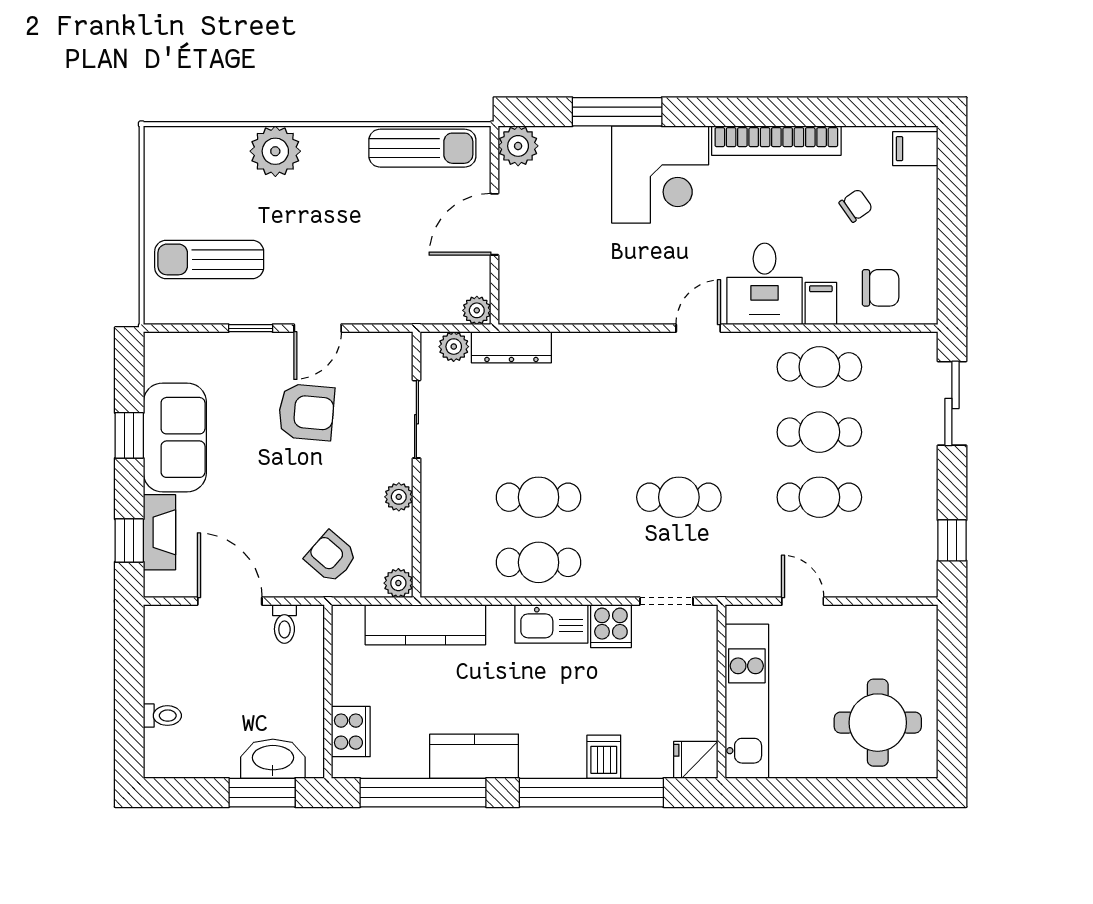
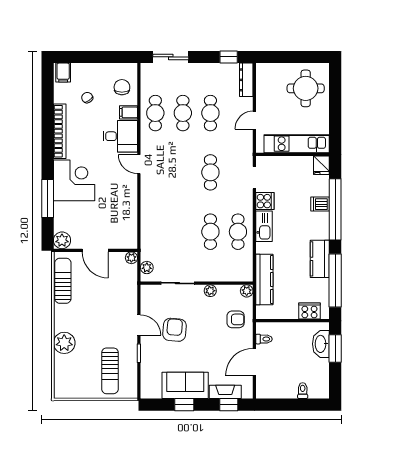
dresser: (511, 347) -> (246, 80), moved, turned 180
armchair: (331, 557) -> (236, 319), turned -131

